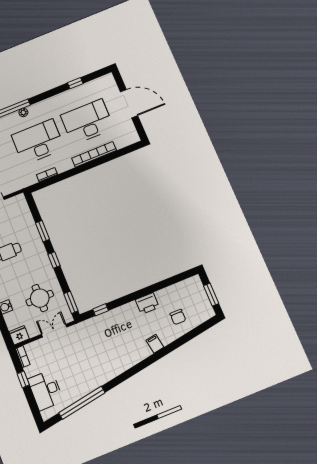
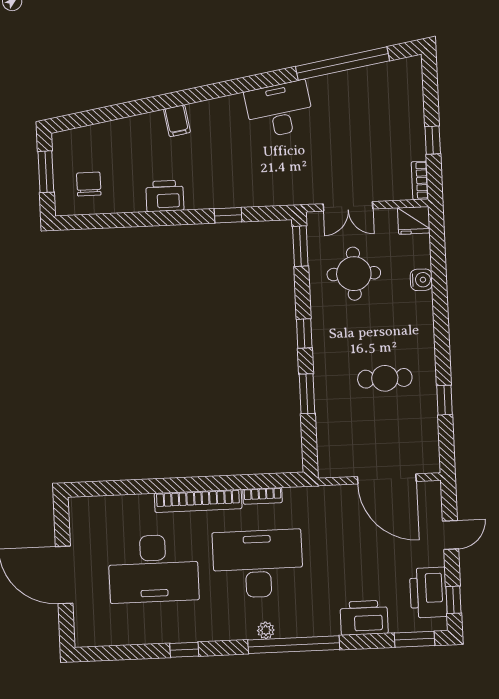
window: (75, 83) -> (184, 650), moved
desk: (38, 142) -> (258, 564), turned 180
bookcase: (94, 154) -> (198, 501), moved
window: (101, 310) -> (228, 215), moved
chair: (178, 317) -> (89, 184), moved
desk: (46, 390) -> (279, 110), moved, turned -99

